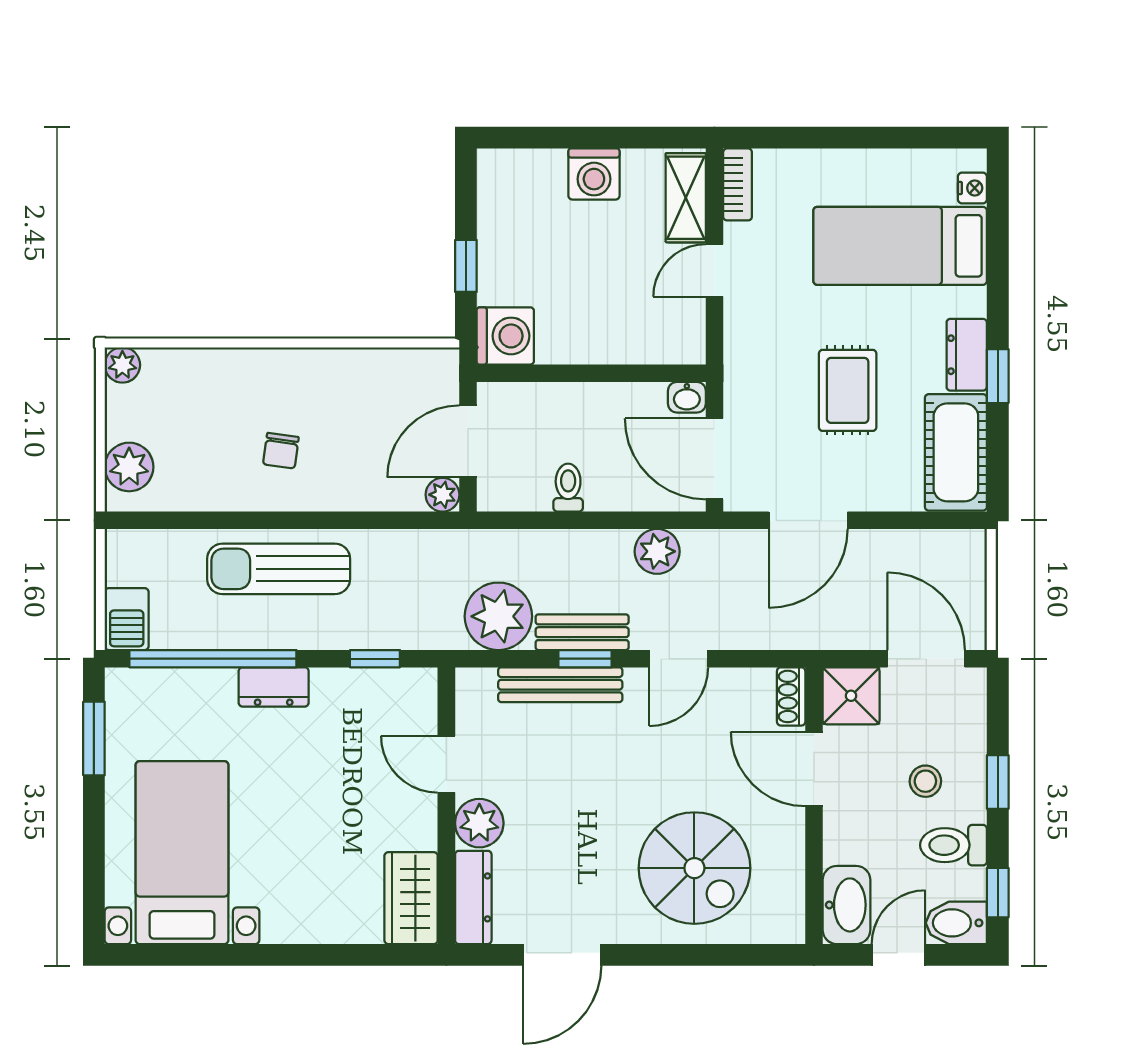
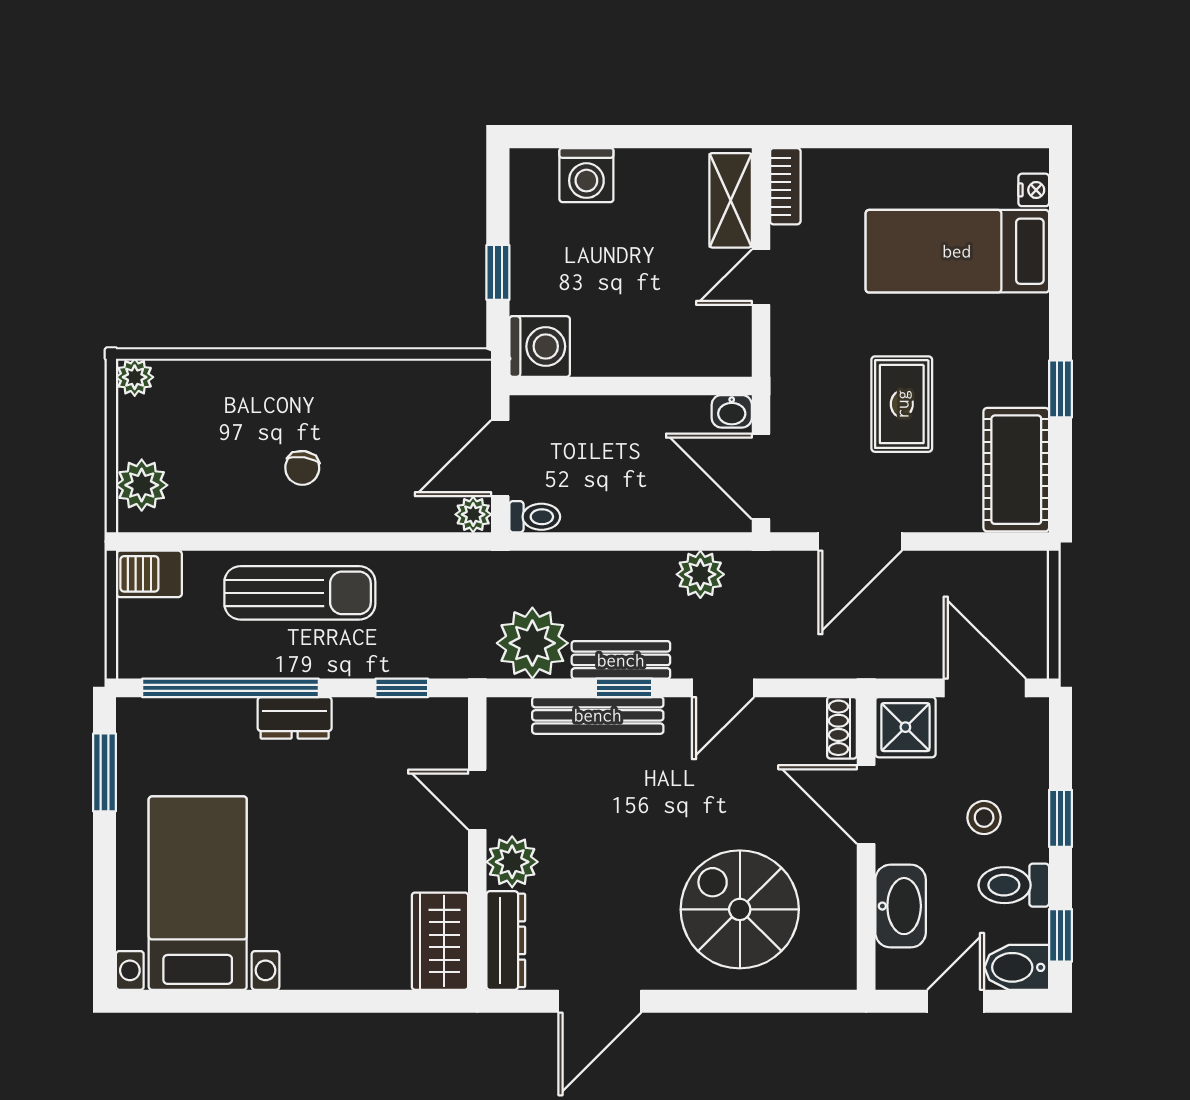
washing machine: (594, 174) -> (586, 175), moved
dresser: (967, 355) -> (1028, 366), removed
toilet: (568, 488) -> (535, 517), moved, turned 90
sun lounger: (279, 569) -> (300, 593), turned 180
barbecue: (127, 619) -> (149, 574), moved, turned 90
spiral stairs: (694, 868) -> (740, 909), turned 180
washbasin: (846, 905) -> (901, 906), moved

